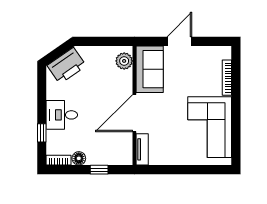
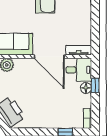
desk: (62, 115) -> (79, 70), moved, turned -90
floor lamp: (79, 158) -> (86, 88), moved

